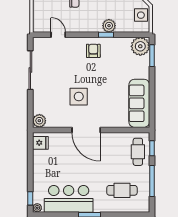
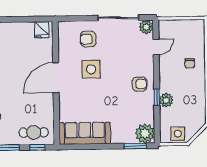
armchair: (50, 99) -> (88, 39), added
plant: (39, 121) -> (146, 27), moved

